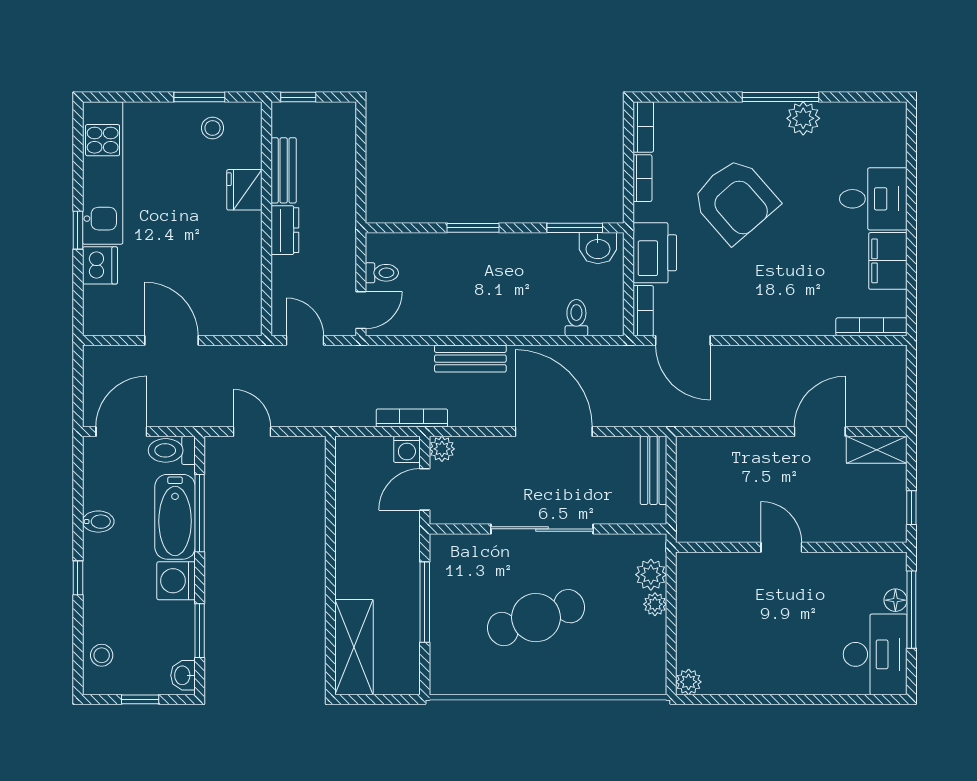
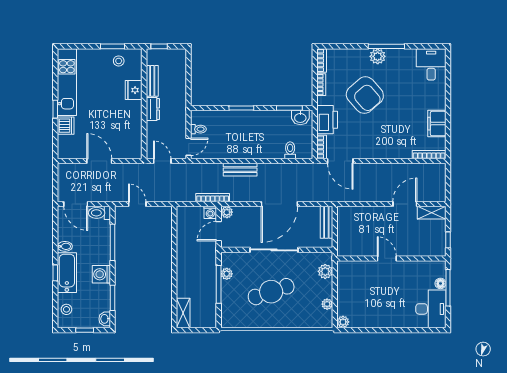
plant: (803, 118) -> (378, 56), moved
desk: (873, 199) -> (431, 64), moved, turned -90
door: (121, 432) -> (76, 204), swing flipped
door: (554, 432) -> (279, 204), swing flipped
bathtub: (175, 517) -> (67, 273), moved, turned 180
plant: (442, 580) -> (227, 274), added
plant: (655, 604) -> (327, 304), moved
shelving: (354, 647) -> (183, 313), width x0.67, depth x0.75

